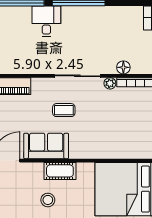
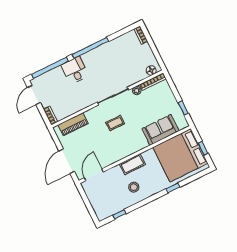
floor lamp: (123, 67) -> (151, 70), moved
sofa: (46, 146) -> (161, 130), moved

